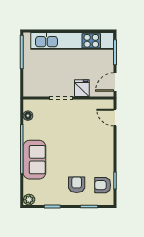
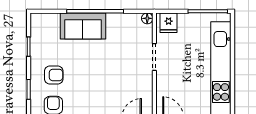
fridge: (82, 88) -> (169, 23), moved, turned 90
floor lamp: (28, 116) -> (147, 18), moved
plant: (29, 200) -> (37, 20), removed

